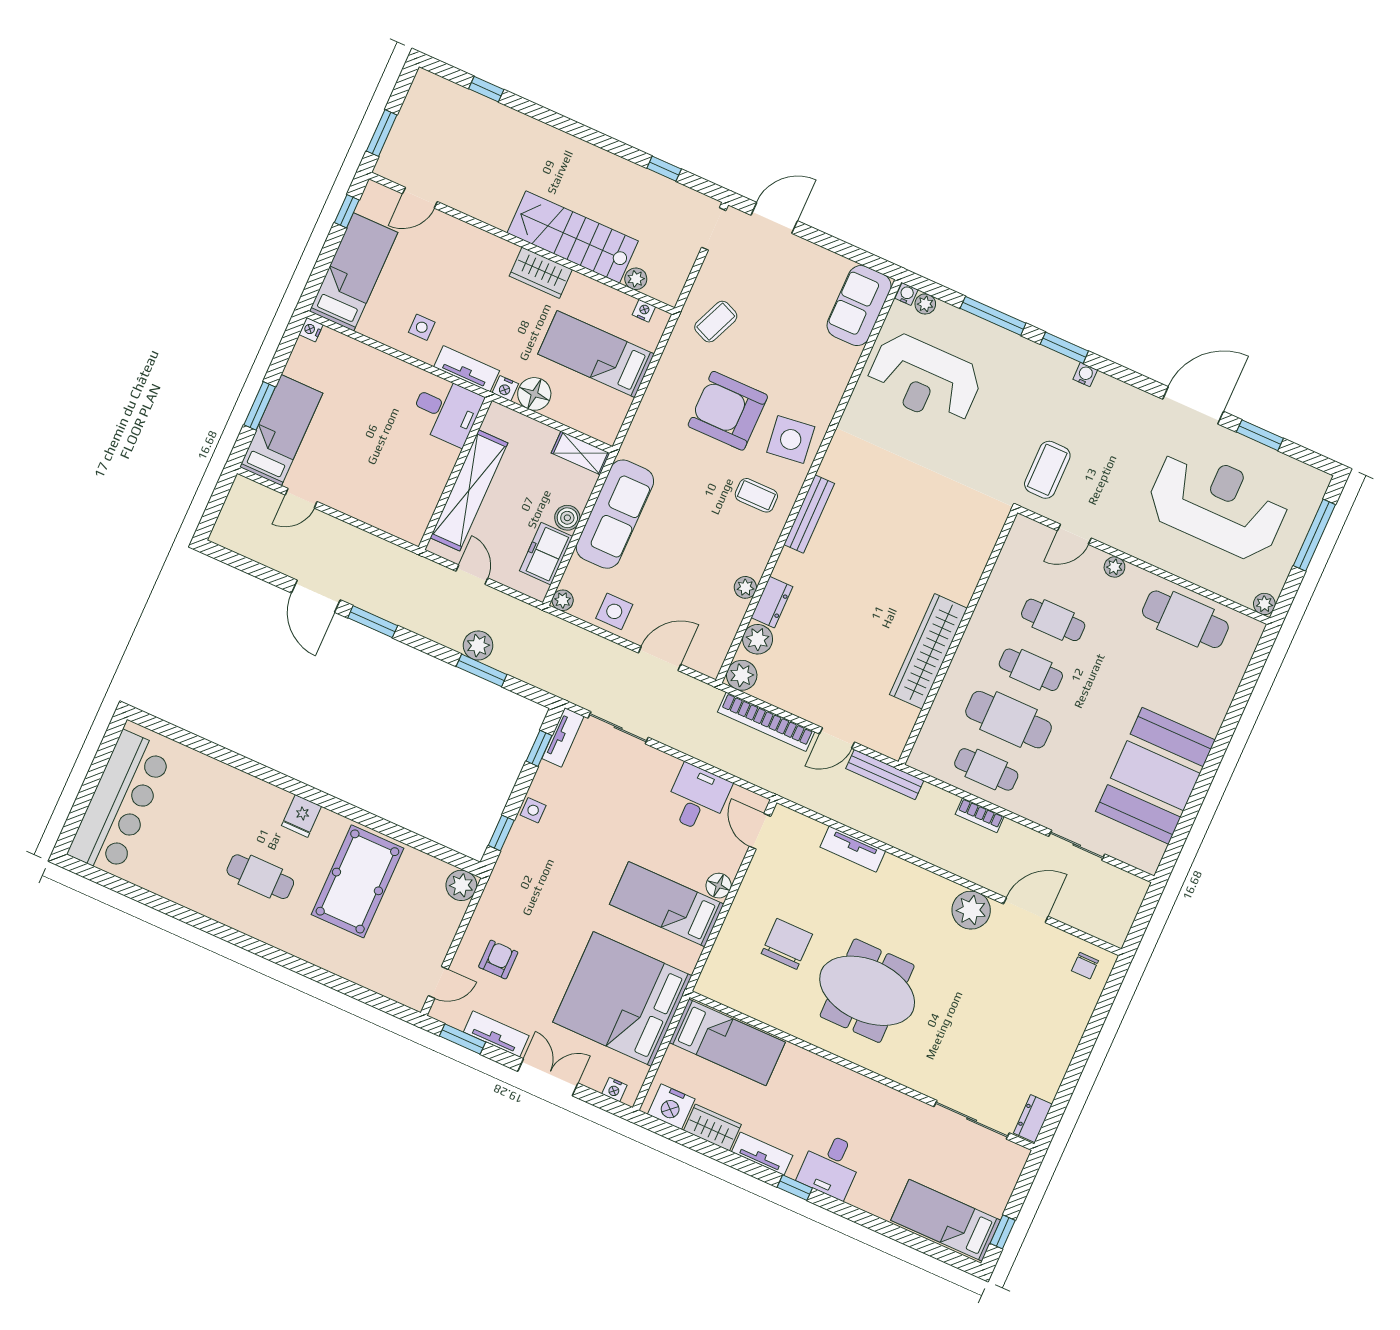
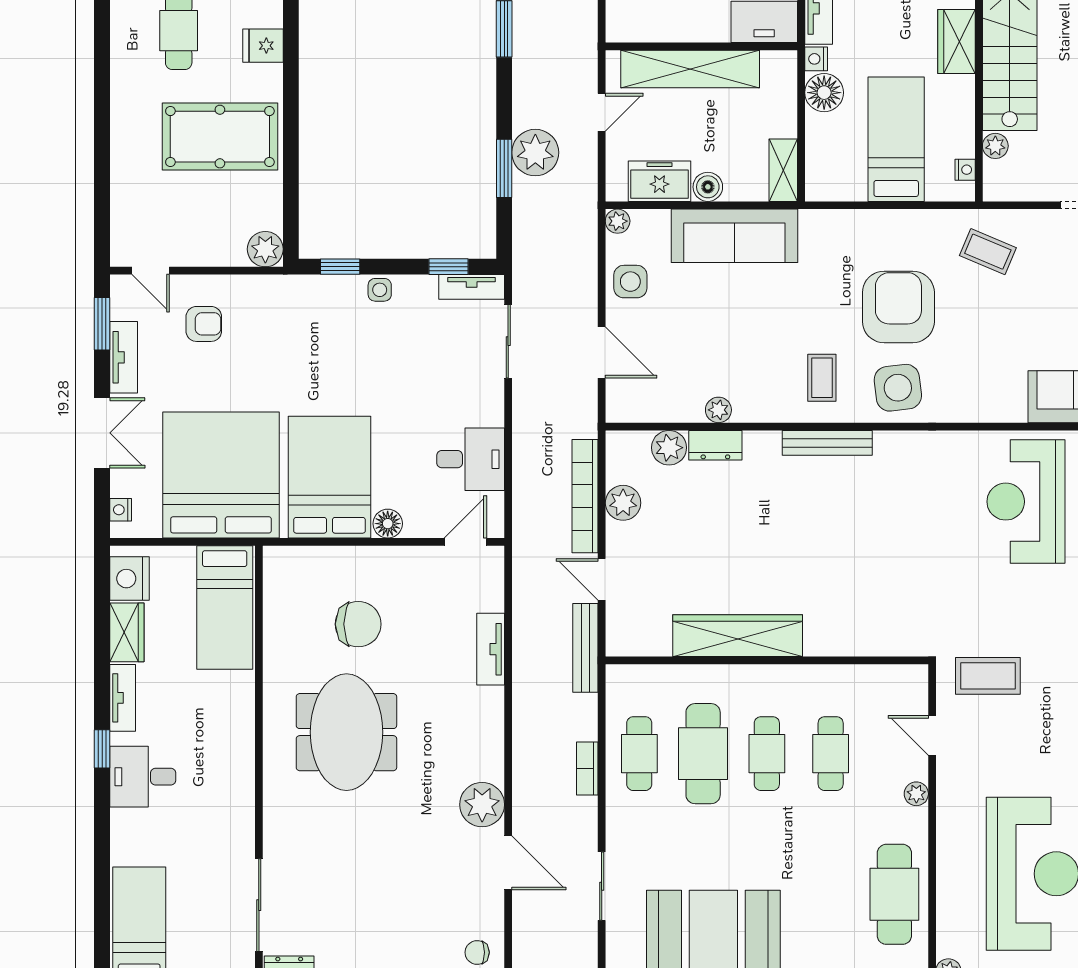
plant: (478, 646) -> (535, 153), width x1.36, depth x1.36
plant: (742, 675) -> (623, 503), moved
bed: (667, 904) -> (329, 477), width x1.50

